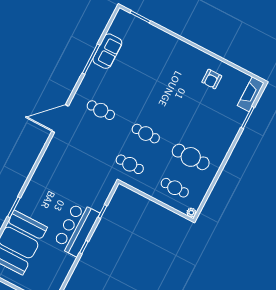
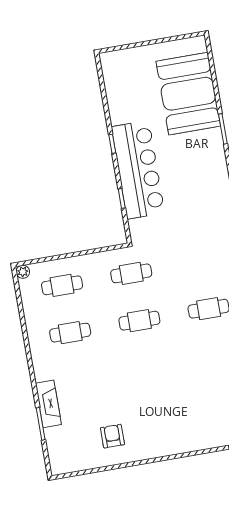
fireplace: (251, 94) -> (48, 404), moved
cafe table: (191, 157) -> (70, 333), width x0.73, depth x0.74
bar counter: (76, 229) -> (138, 170), width x1.36

